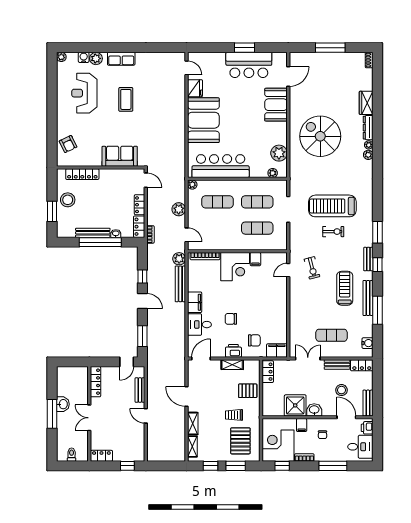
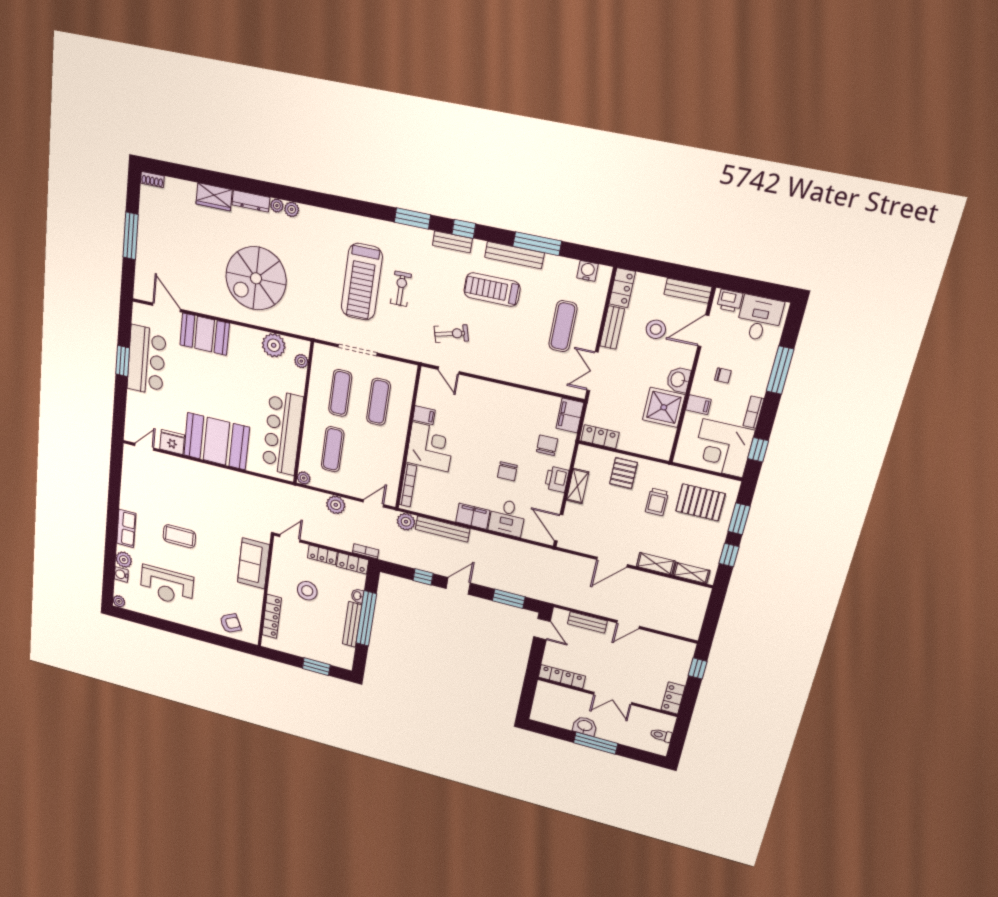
stool: (68, 200) -> (307, 591), moved

